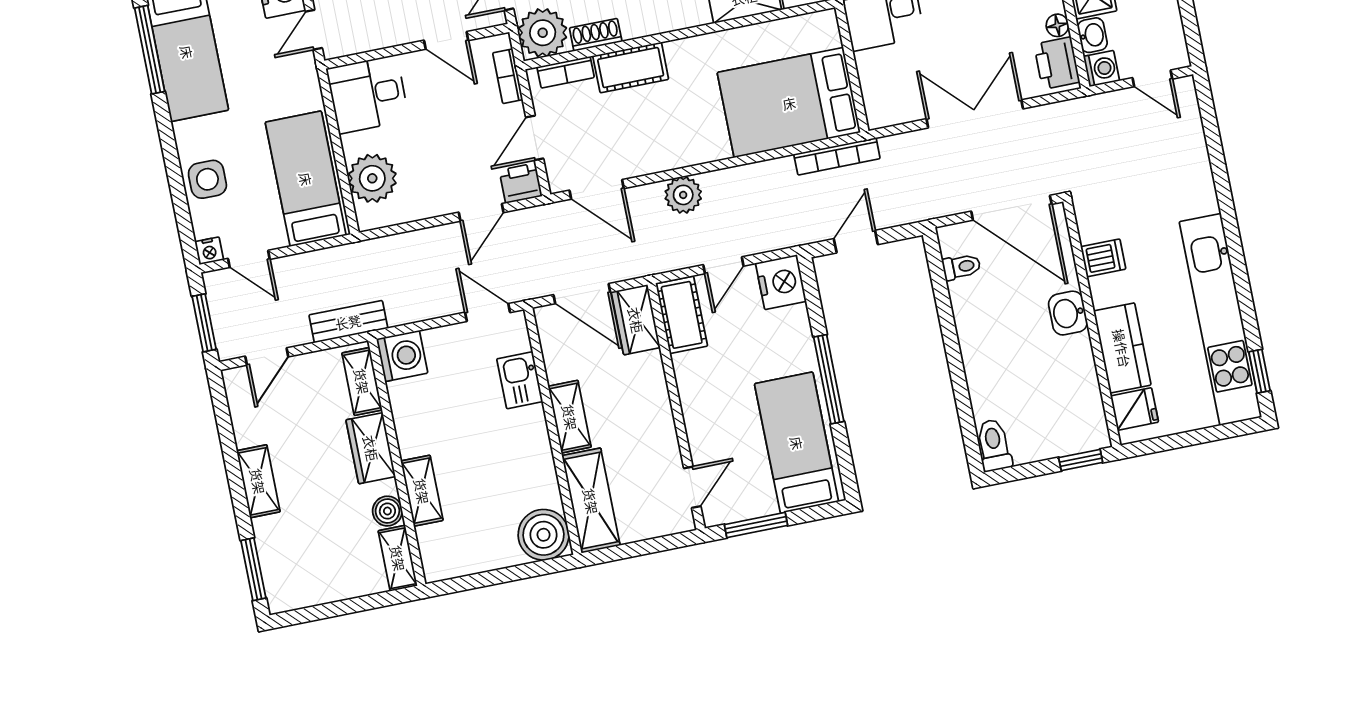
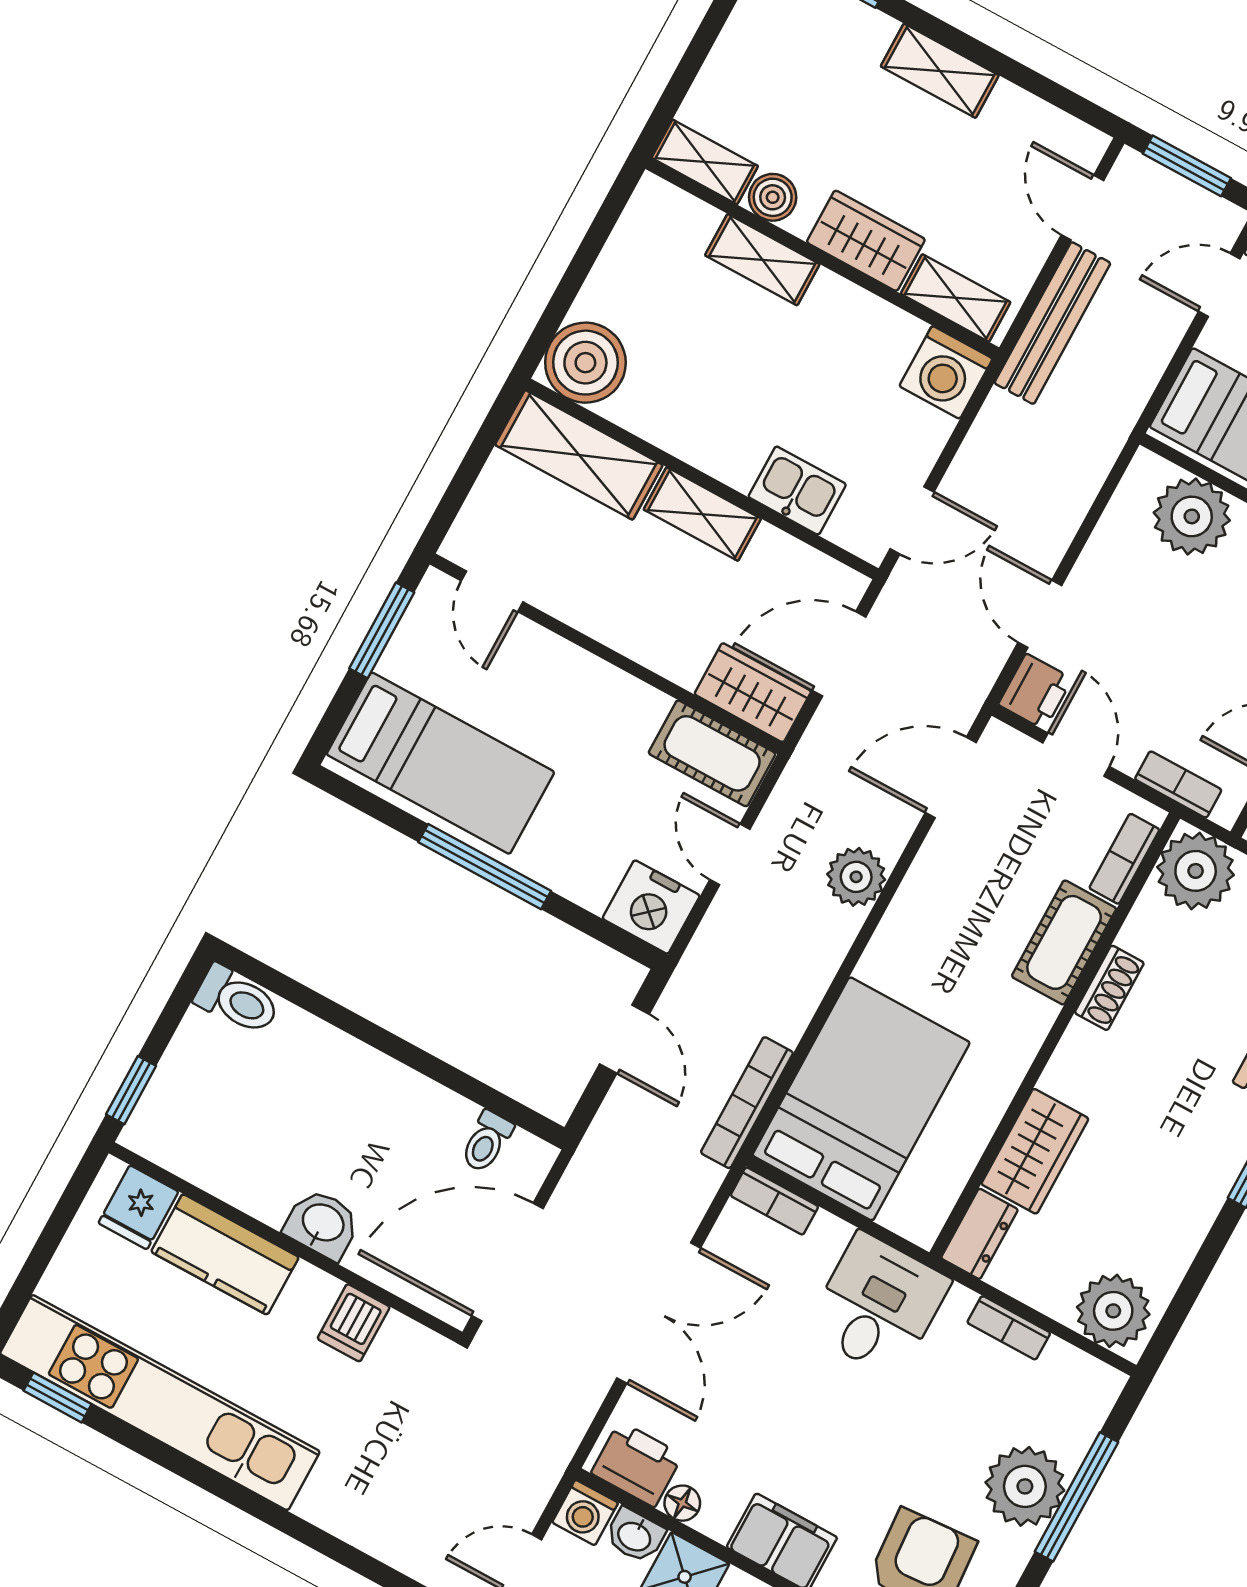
shoe rack: (596, 35) -> (1109, 988), moved
bookcase: (873, 103) -> (774, 1201), added
bench: (348, 322) -> (1052, 323), width x1.36

